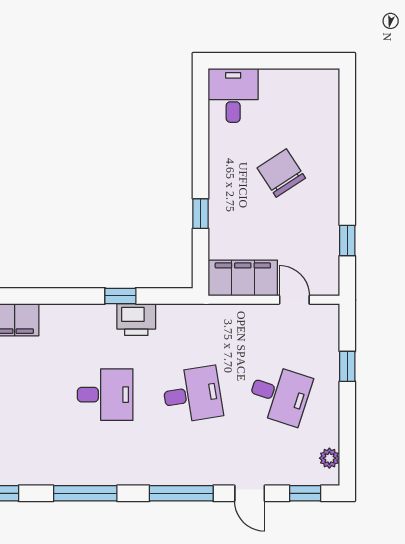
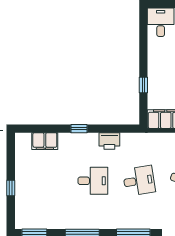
window: (120, 296) -> (79, 129), moved

